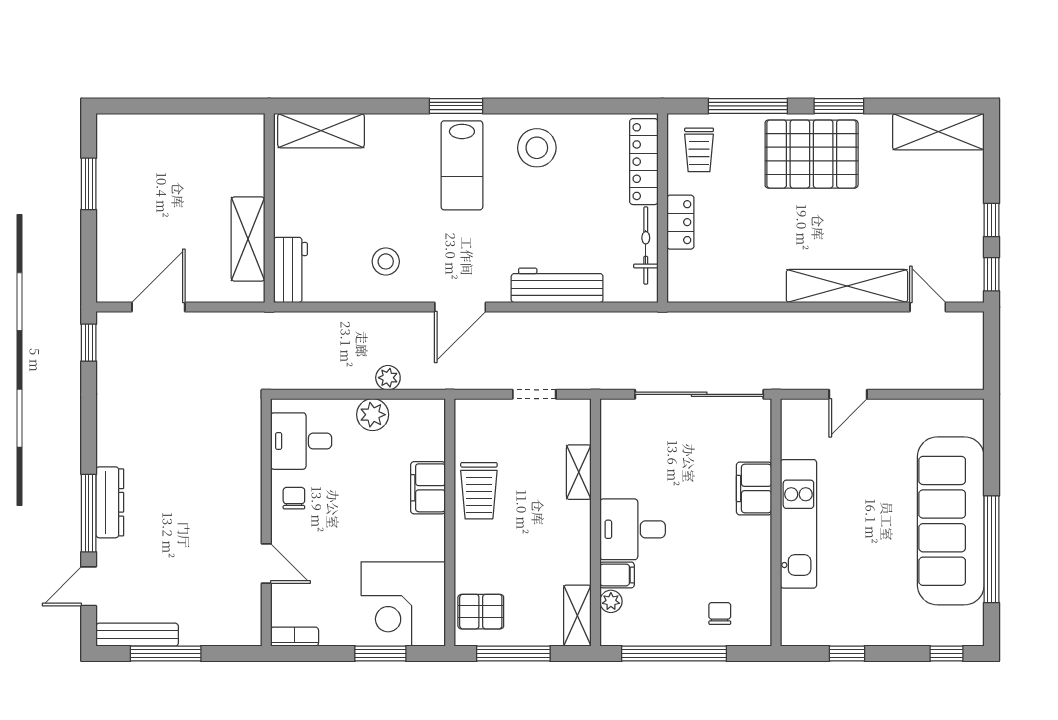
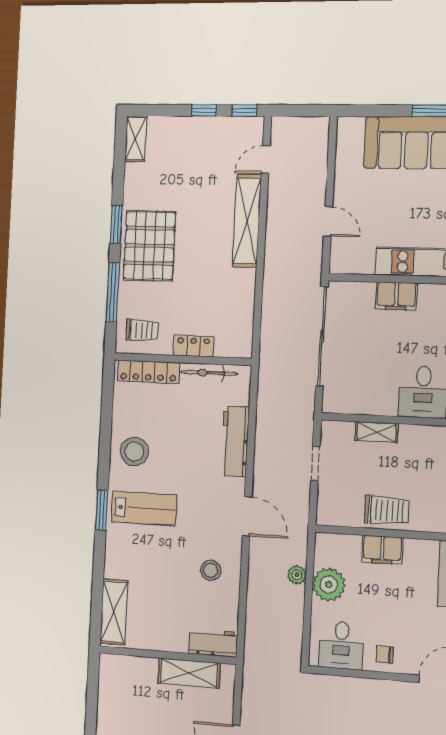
shelving: (938, 132) -> (136, 139), width x0.67, depth x0.75
plant: (373, 415) -> (329, 585), width x1.36, depth x1.36

